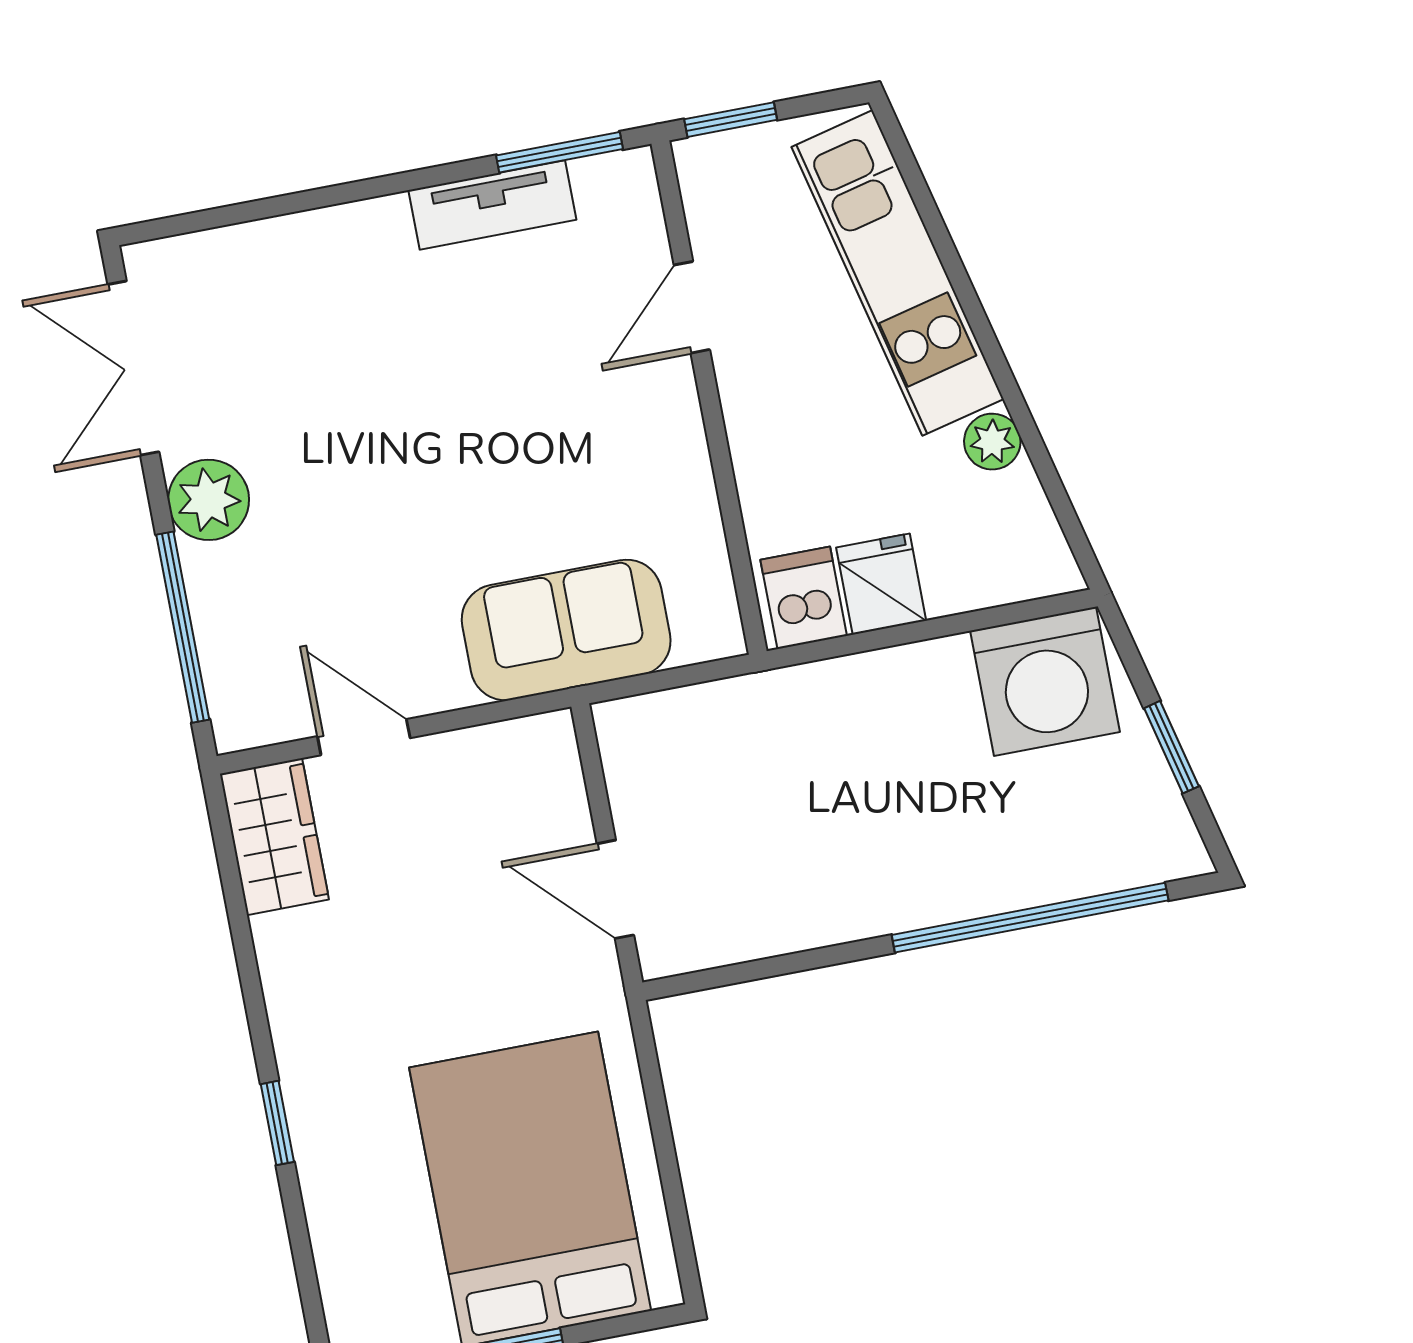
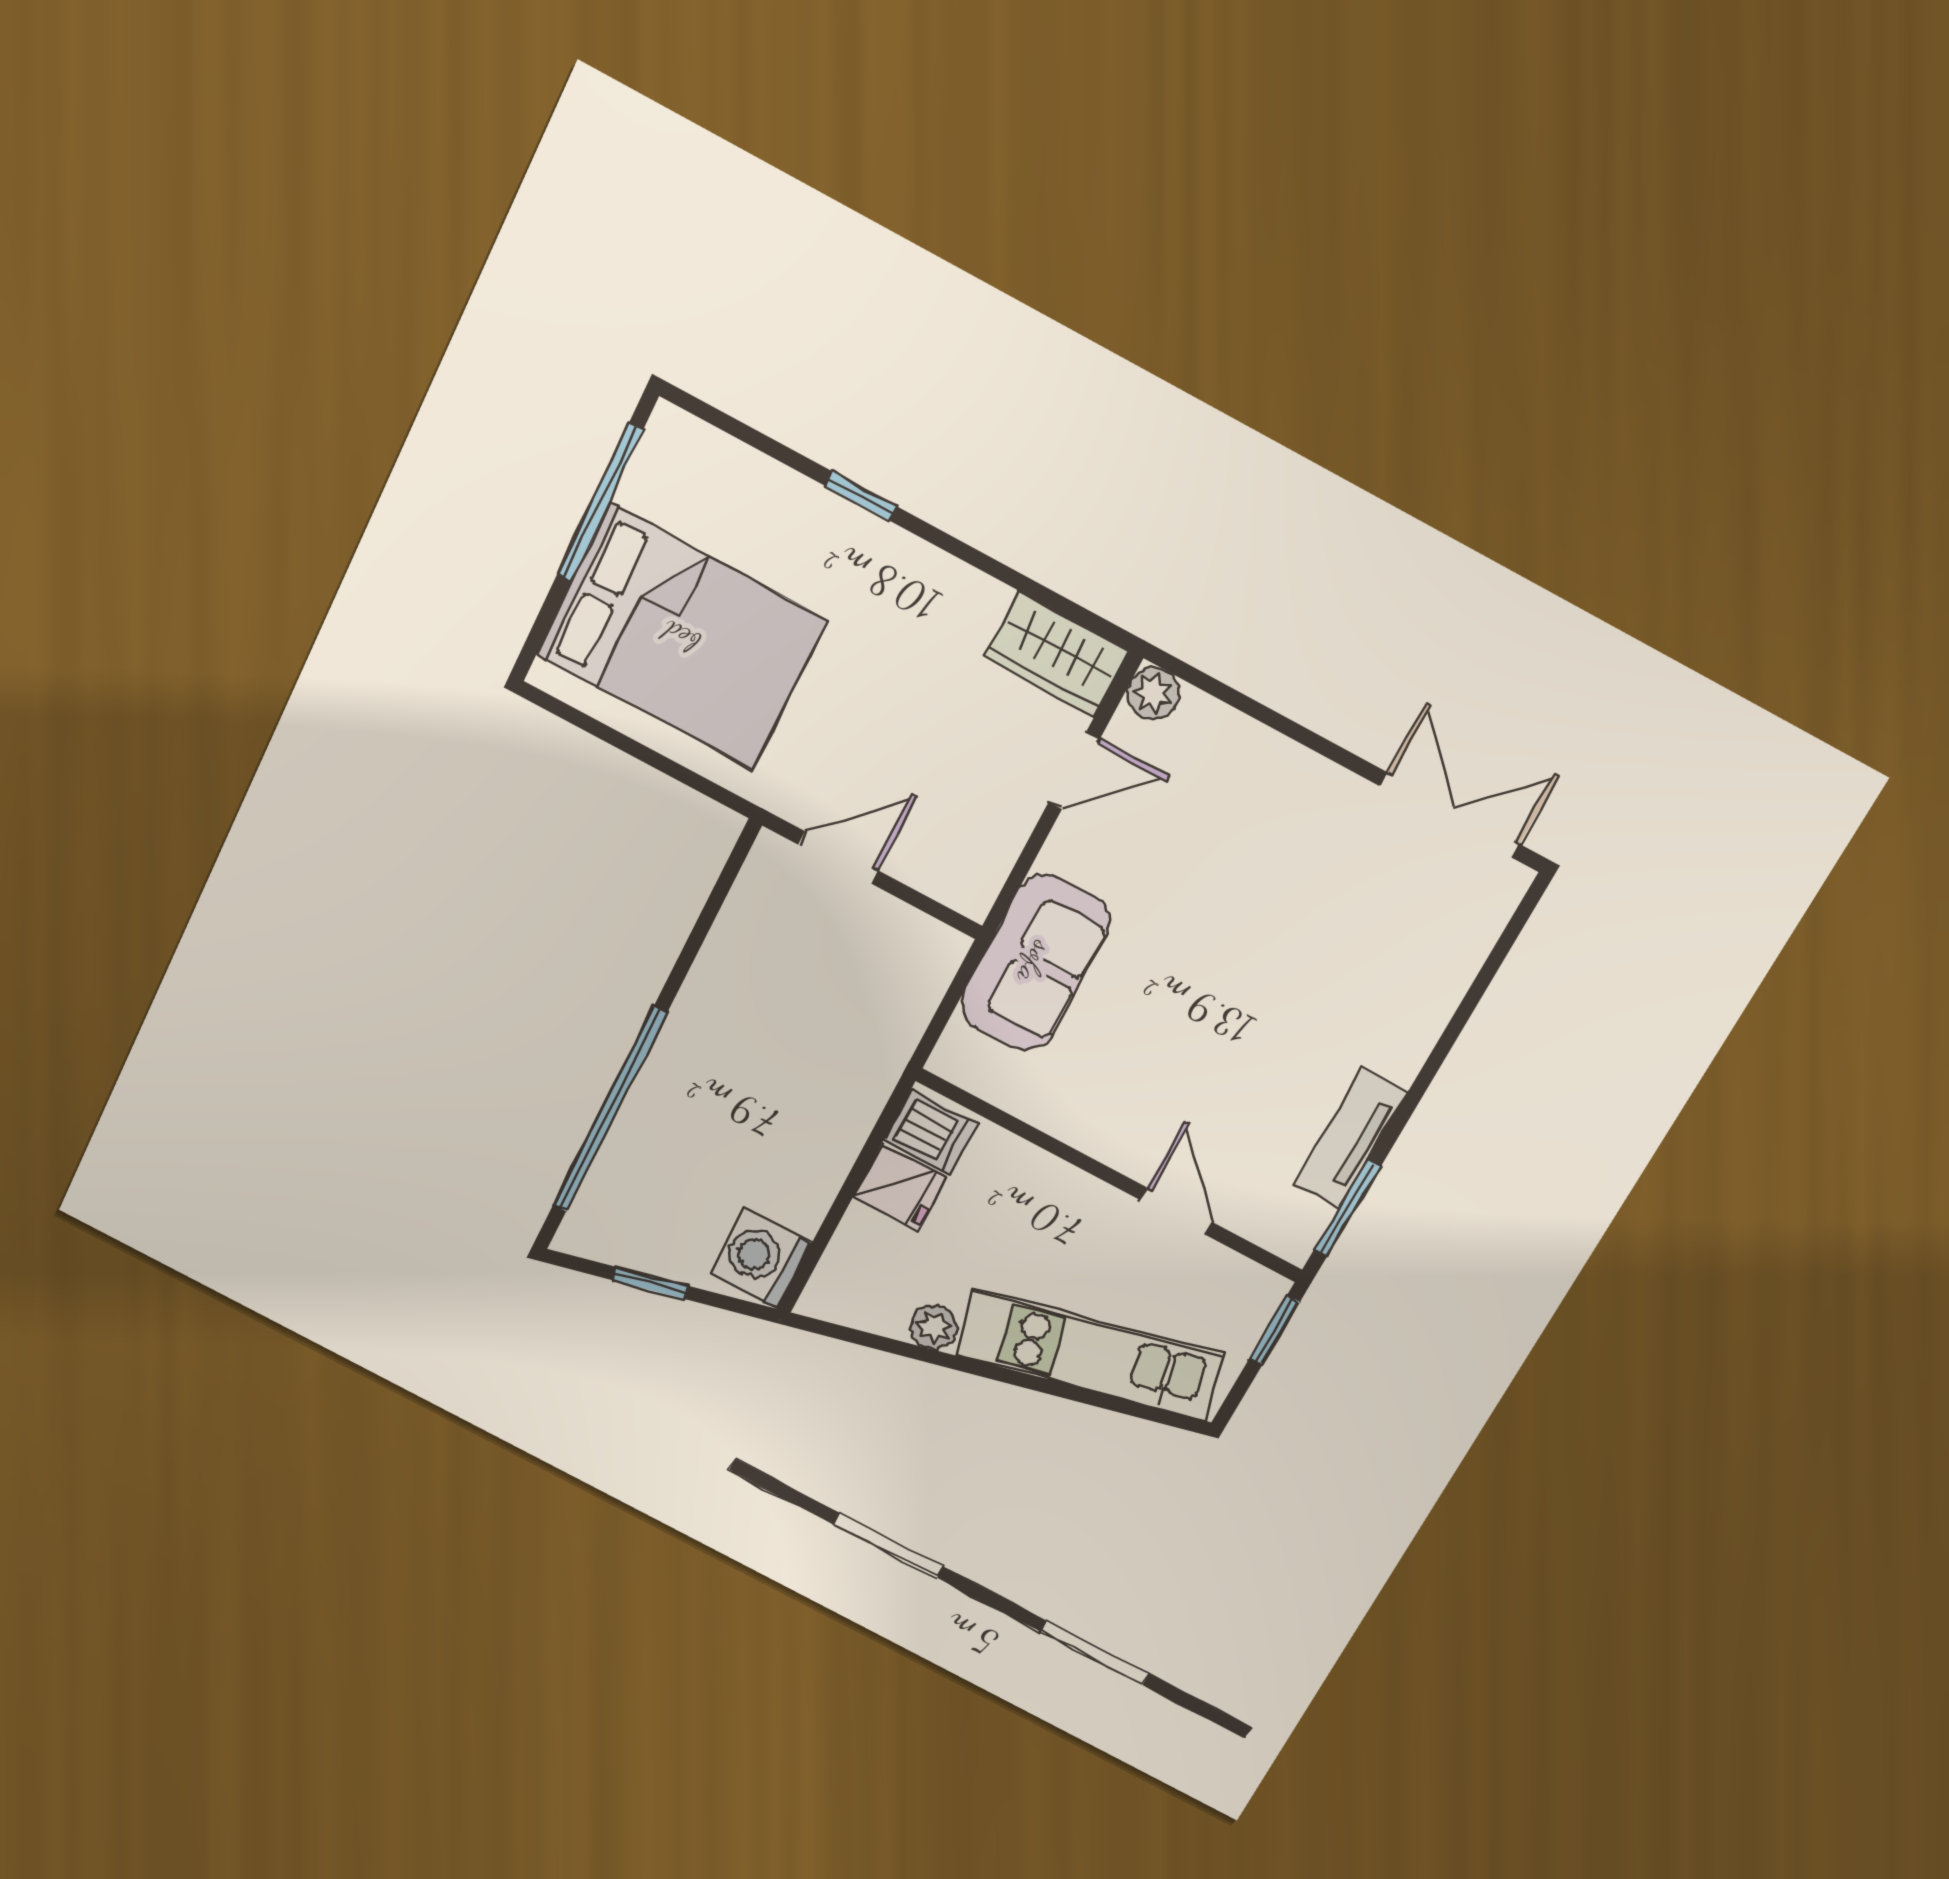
plant: (209, 500) -> (1153, 693), moved, width x0.73, depth x0.73
window: (183, 627) -> (1249, 706), removed
washing machine: (1045, 681) -> (761, 1258), width x0.73, depth x0.73

